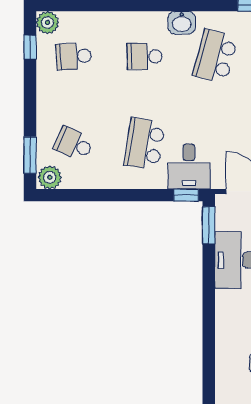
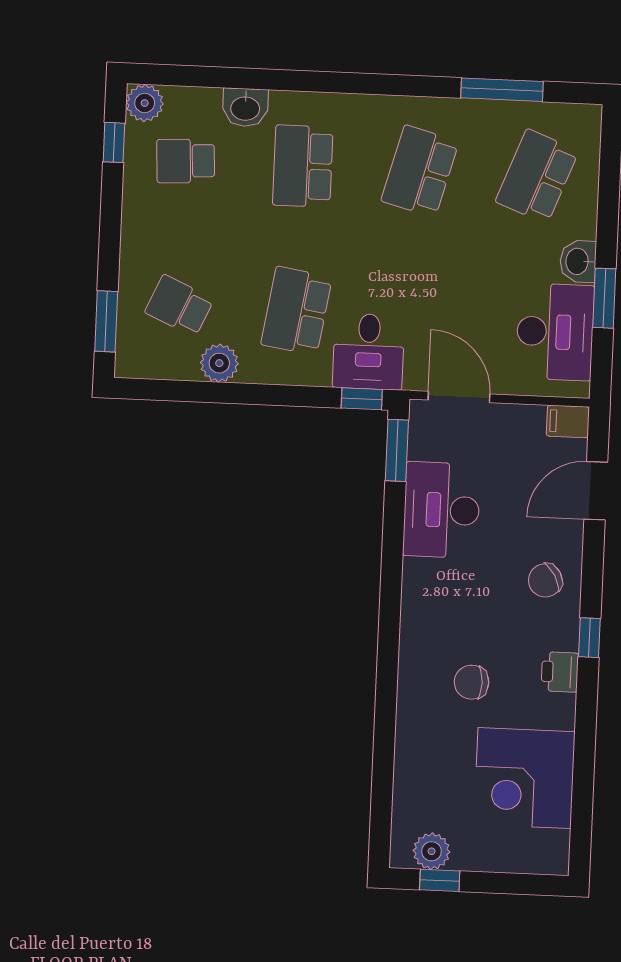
washbasin: (182, 23) -> (245, 108), moved
school desk: (144, 56) -> (303, 166), width x1.85
plant: (50, 177) -> (219, 363), moved

